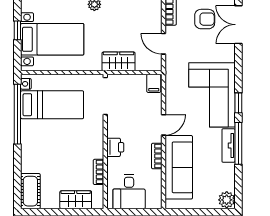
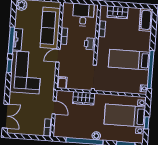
armchair: (205, 19) -> (27, 121), removed
bed: (52, 105) -> (129, 60), moved

